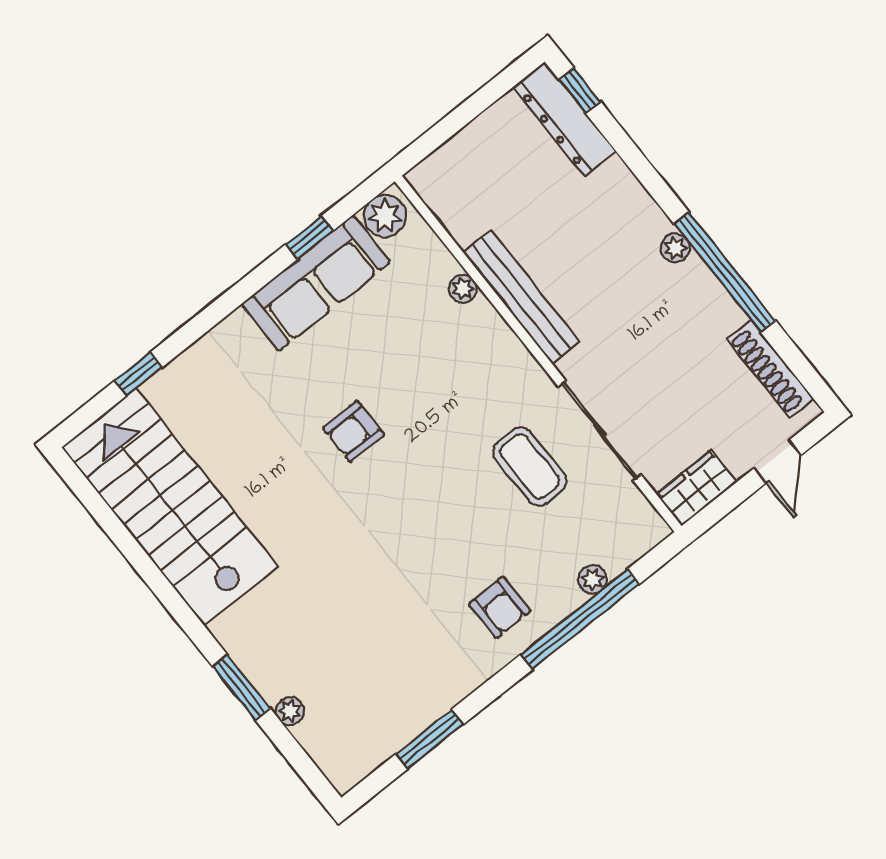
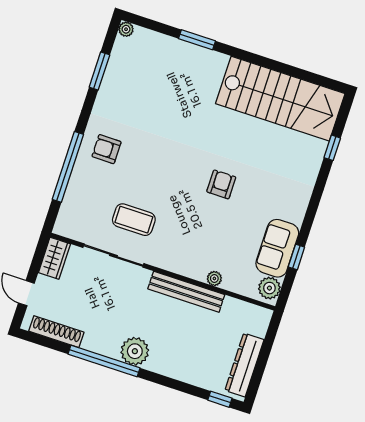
dresser: (565, 119) -> (244, 365), moved, turned -90
plant: (675, 248) -> (135, 351), width x1.87, depth x1.87
sofa: (316, 283) -> (277, 248), width x0.73
plant: (592, 579) -> (74, 188), removed
plant: (290, 711) -> (126, 29), moved

